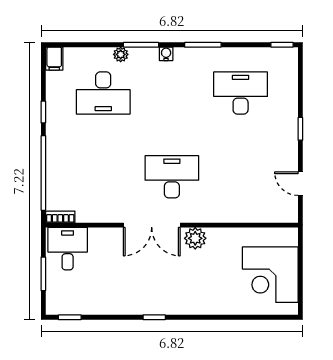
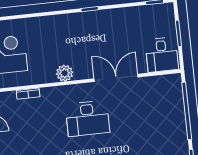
bookcase: (60, 217) -> (28, 94), moved
double door: (152, 225) -> (116, 78), moved

